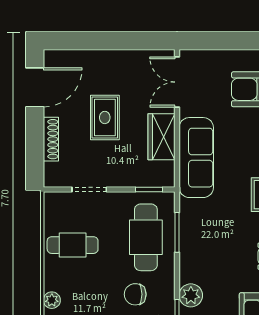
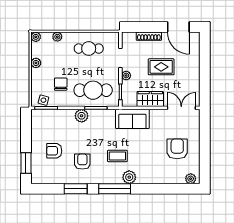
sofa: (196, 158) -> (132, 119), width x0.73
plant: (120, 179) -> (126, 76), added
cafe table: (73, 245) -> (89, 49), turned 90
plant: (191, 295) -> (82, 116), moved

